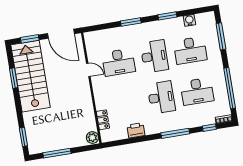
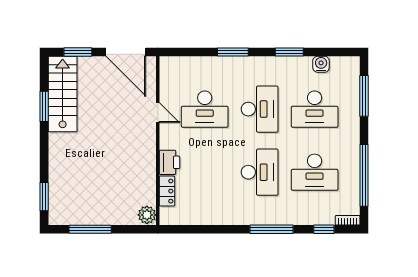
stairs: (31, 76) -> (63, 94), width x0.73, depth x0.66
printer: (136, 130) -> (169, 162), moved, turned 90

